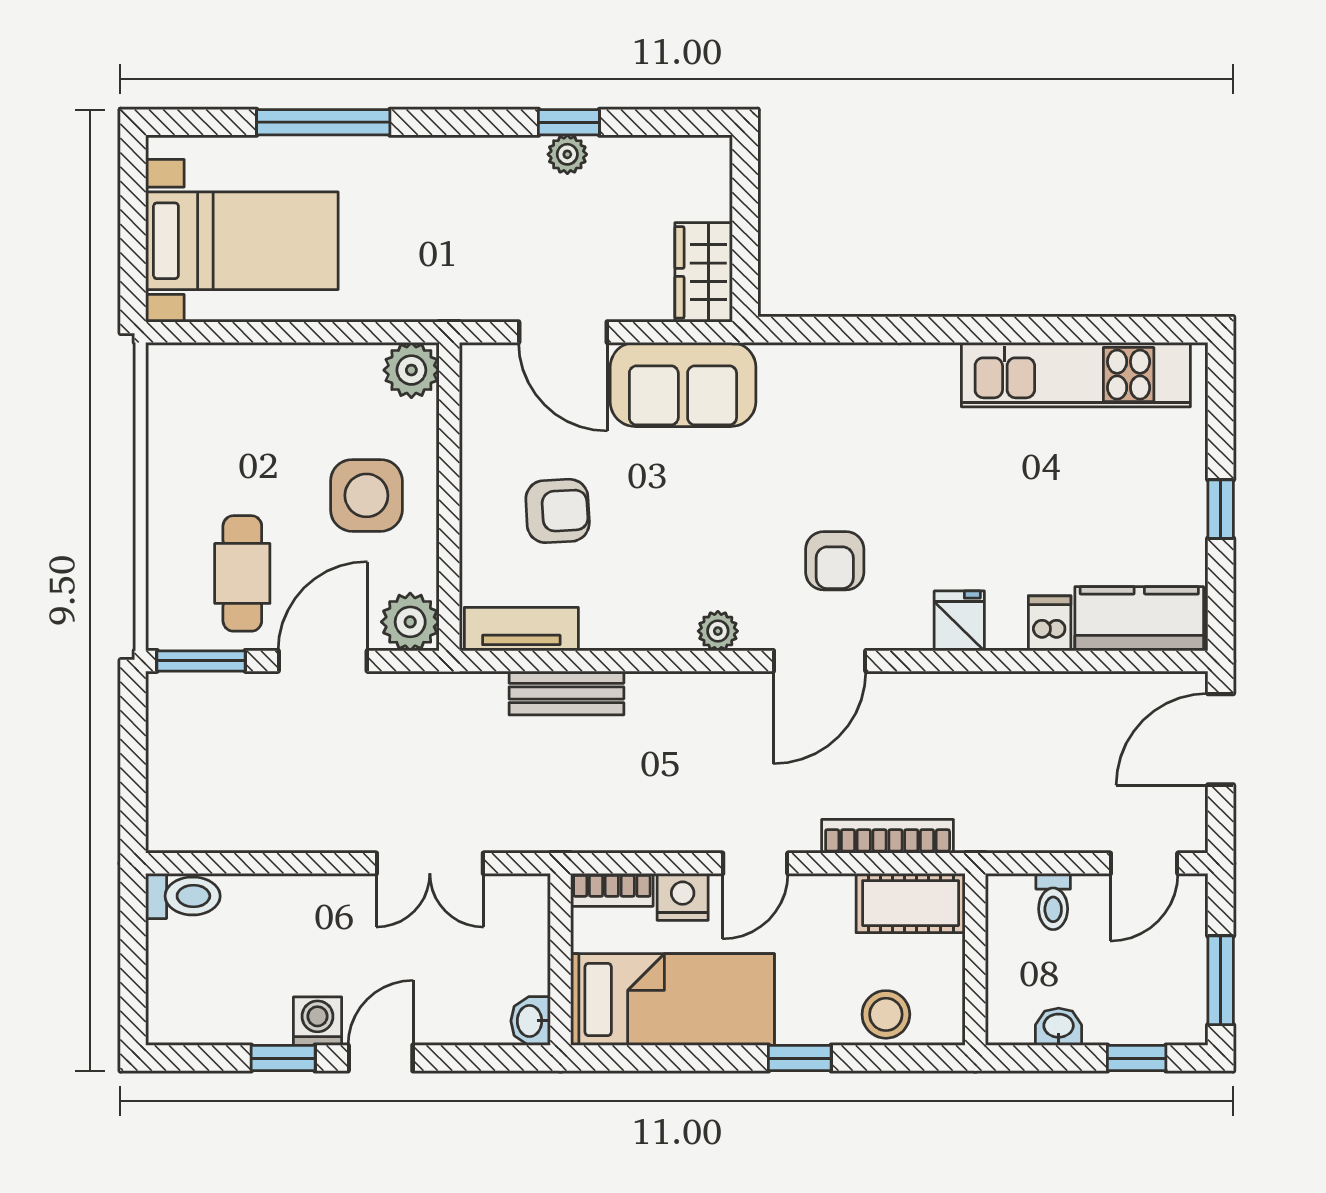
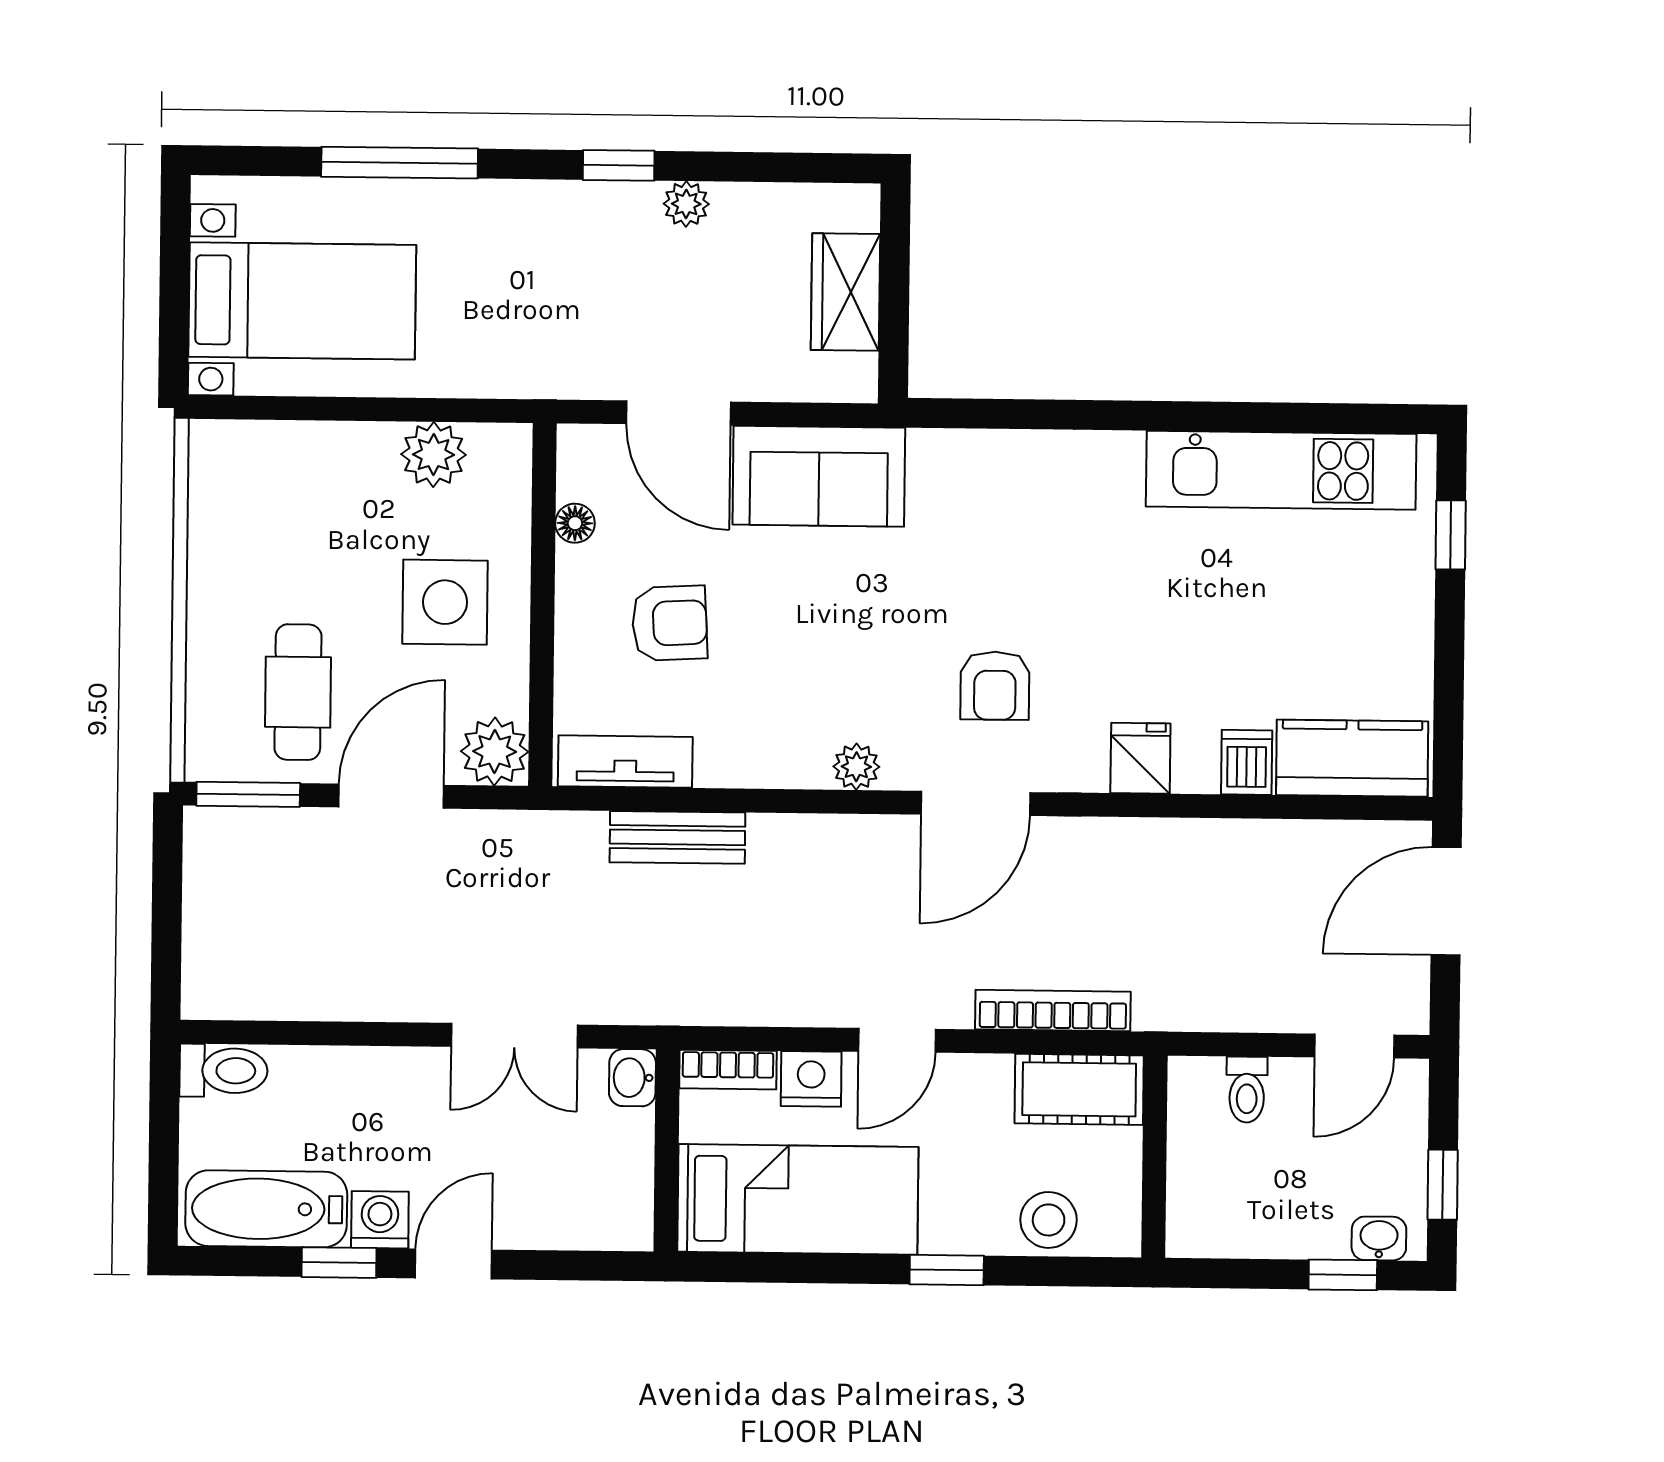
window: (569, 122) -> (619, 165), moved
wardrobe: (704, 272) -> (845, 292), moved
plant: (411, 370) -> (434, 455), moved
floor lamp: (476, 427) -> (575, 523), added
window: (1221, 509) -> (1451, 535), moved
window: (1221, 980) -> (1443, 1185), width x0.67
bathtub: (221, 1013) -> (266, 1209), added
washbasin: (531, 1021) -> (632, 1078), moved
washbasin: (1059, 1027) -> (1379, 1238), moved

